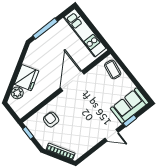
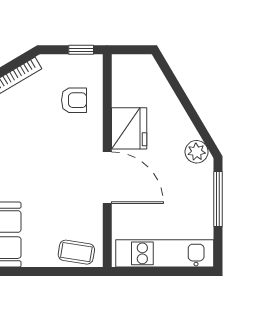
fridge: (27, 78) -> (129, 128), moved, turned -149
plant: (17, 93) -> (197, 152), moved

